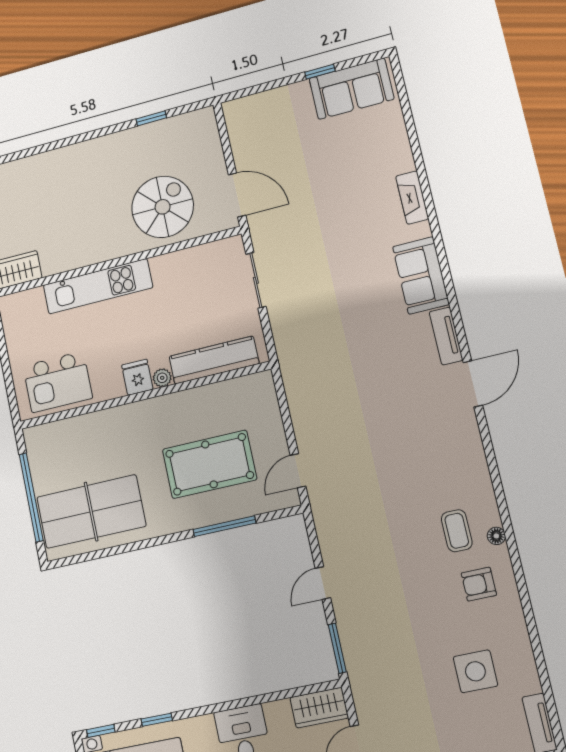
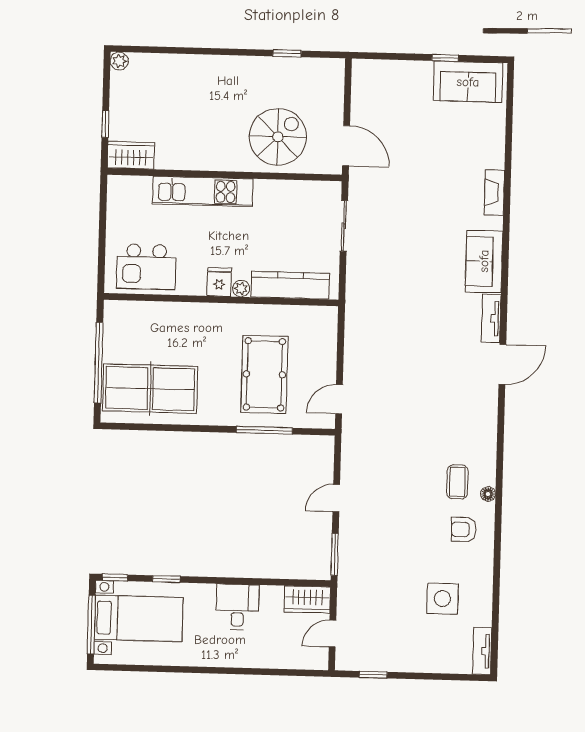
pool table: (209, 464) -> (264, 374), turned 90

